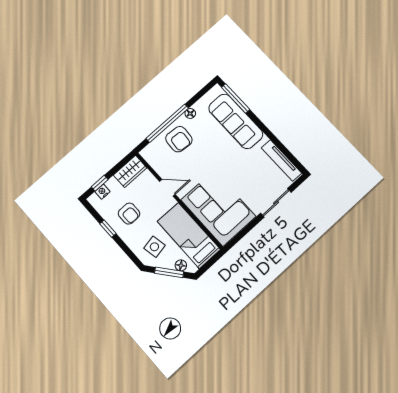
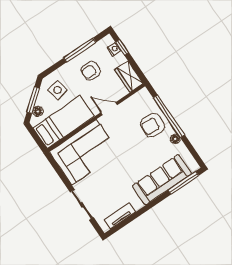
tv unit: (281, 160) -> (120, 216), width x0.71
door: (167, 188) -> (109, 109), swing flipped
window: (108, 229) -> (80, 50), width x2.17

